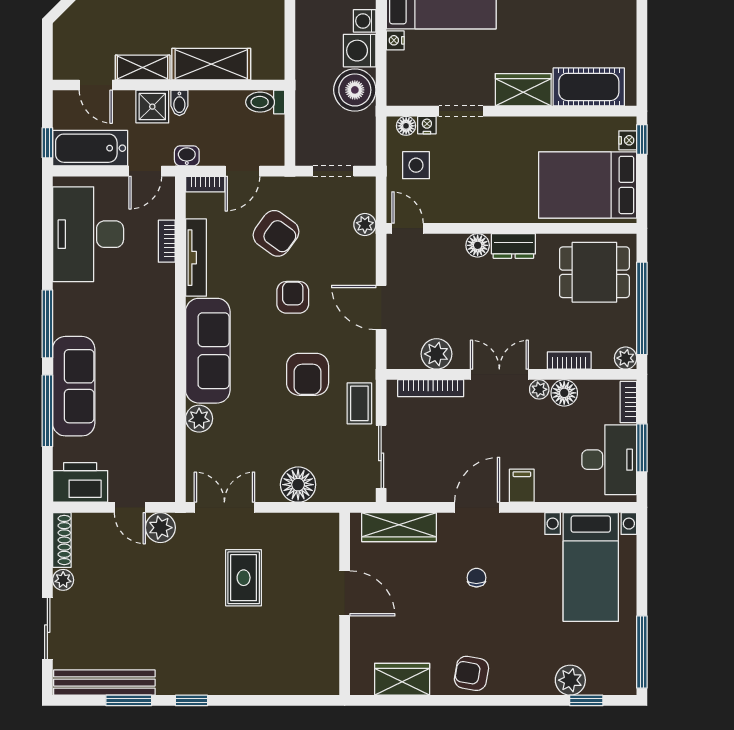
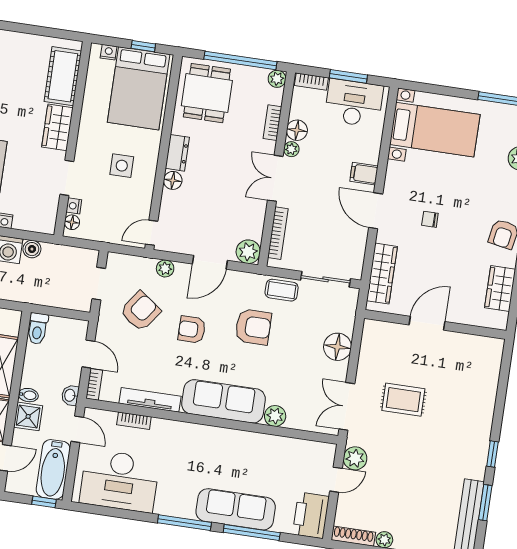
boiler: (355, 90) -> (32, 249), width x0.54, depth x0.54
window: (642, 140) -> (143, 46), moved
side table: (416, 165) -> (122, 166), moved
plant: (365, 225) -> (165, 268), moved
armchair: (276, 233) -> (140, 311), moved
plant: (436, 354) -> (248, 252), moved

